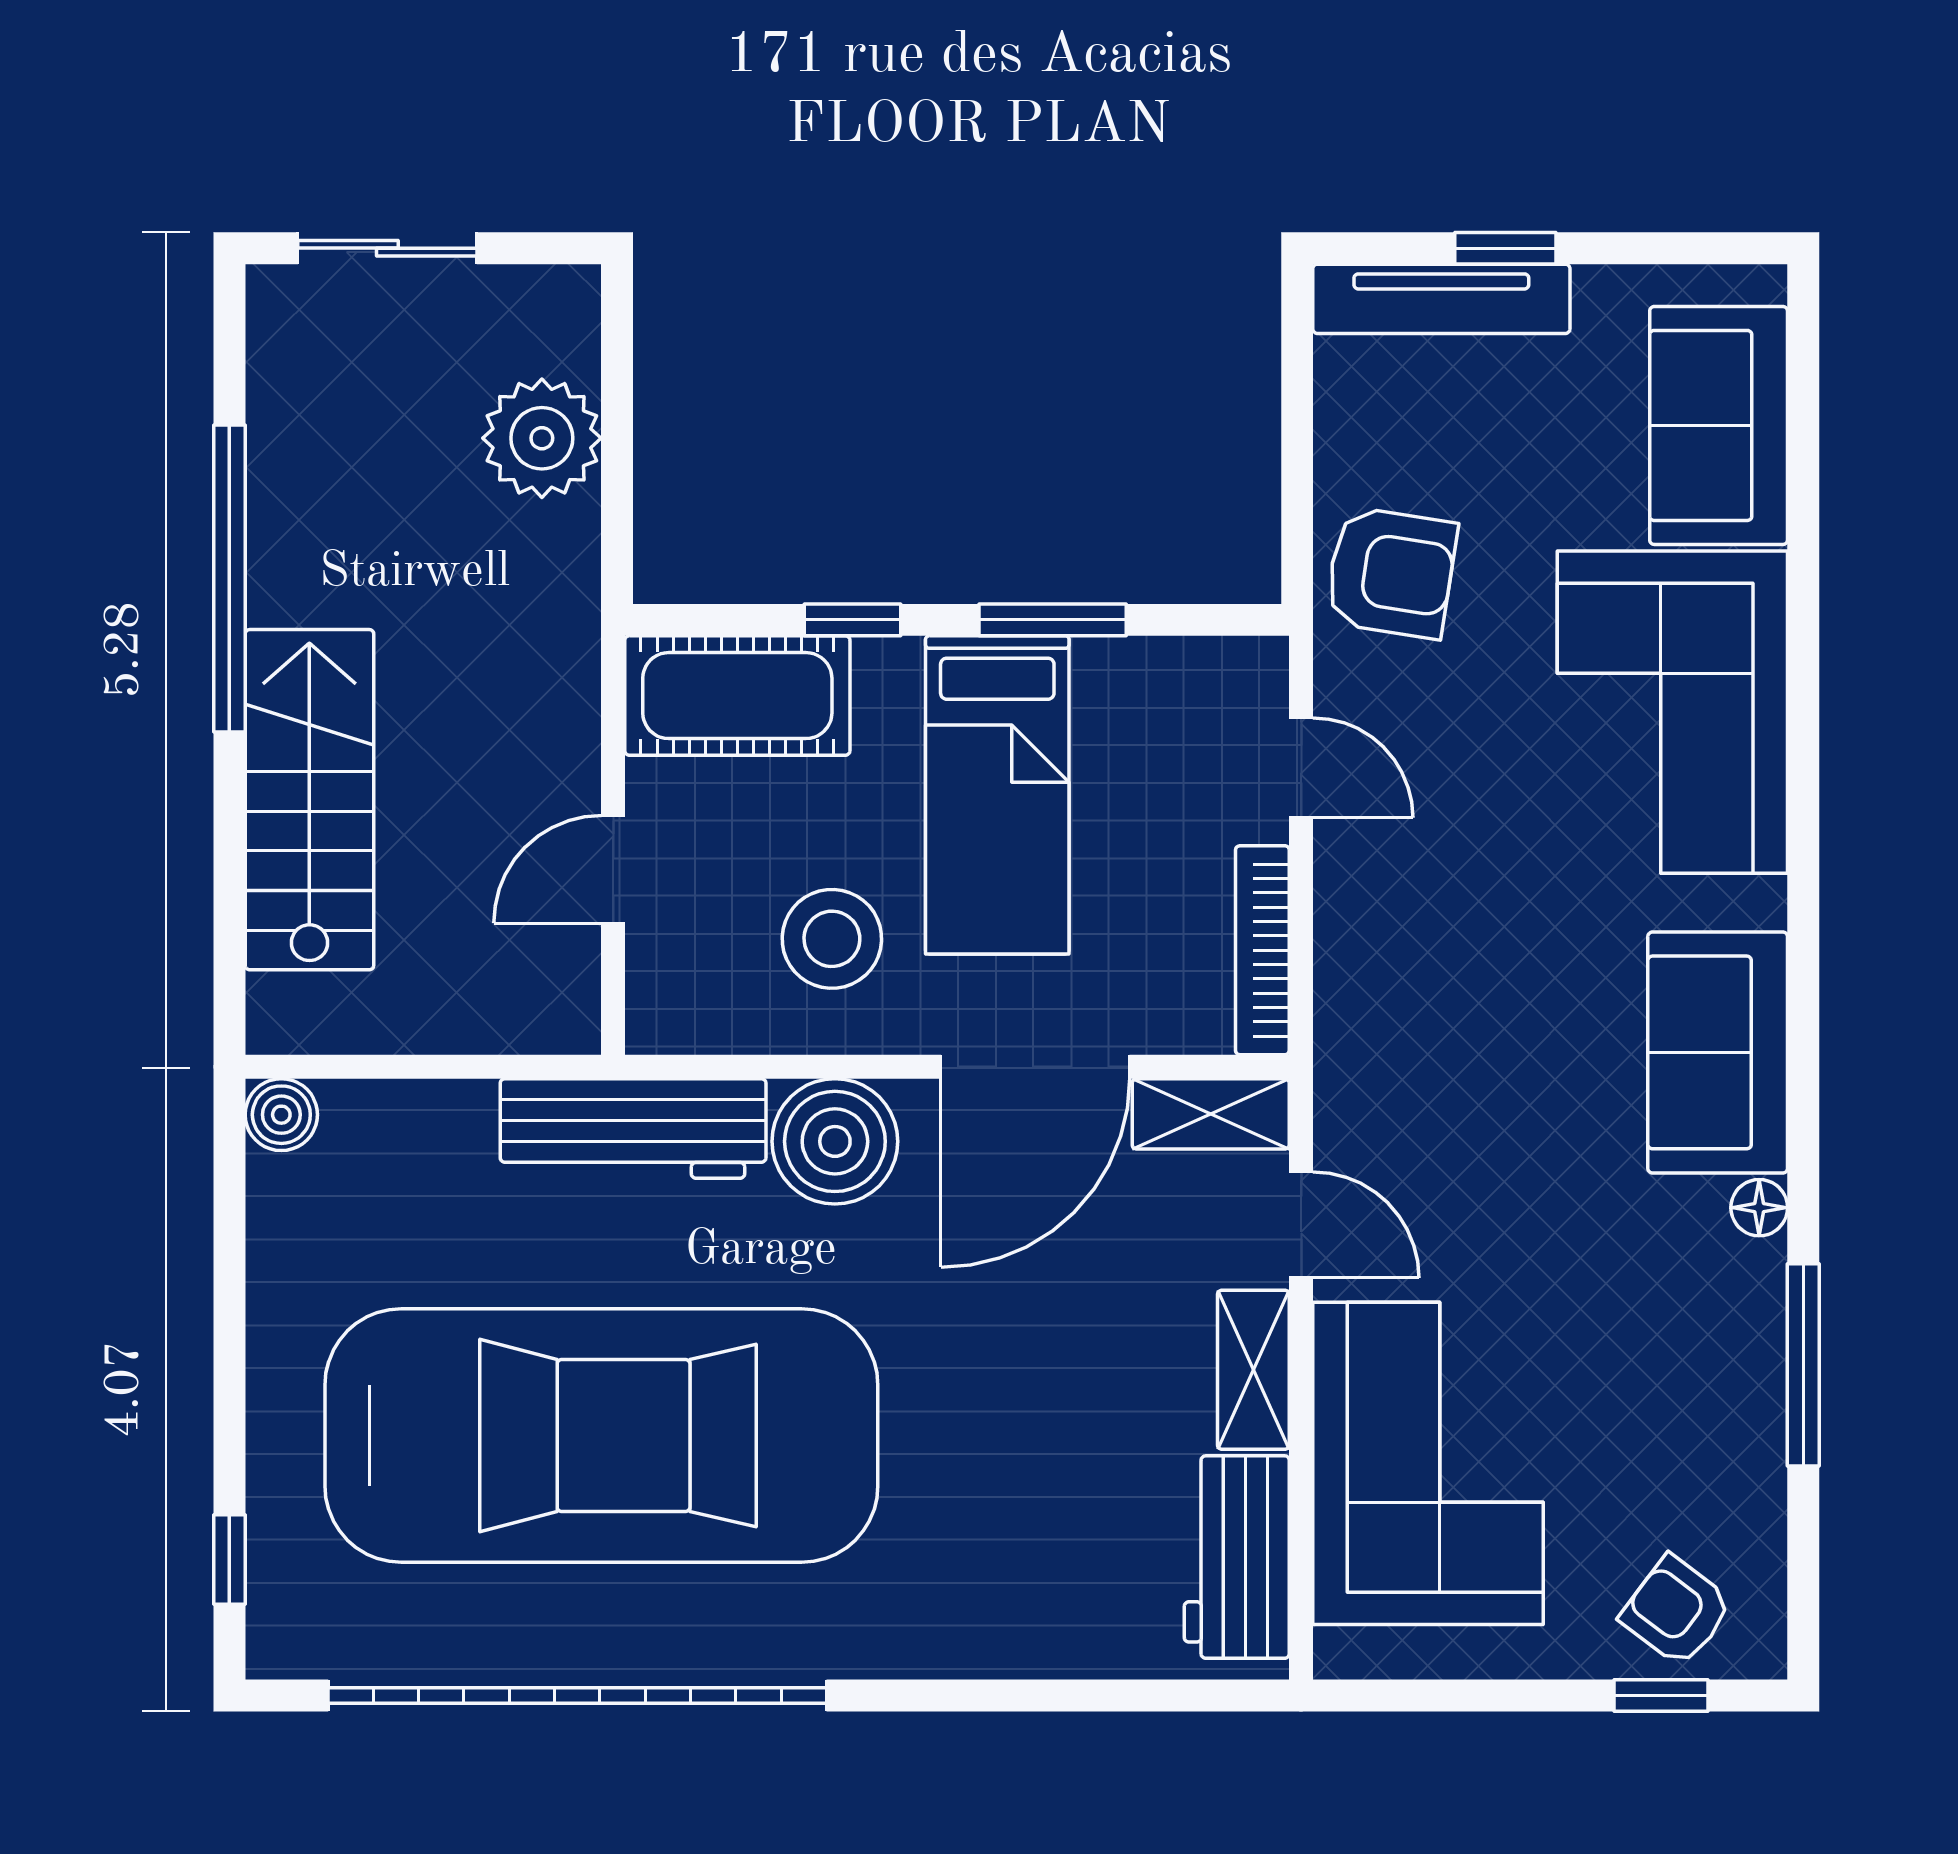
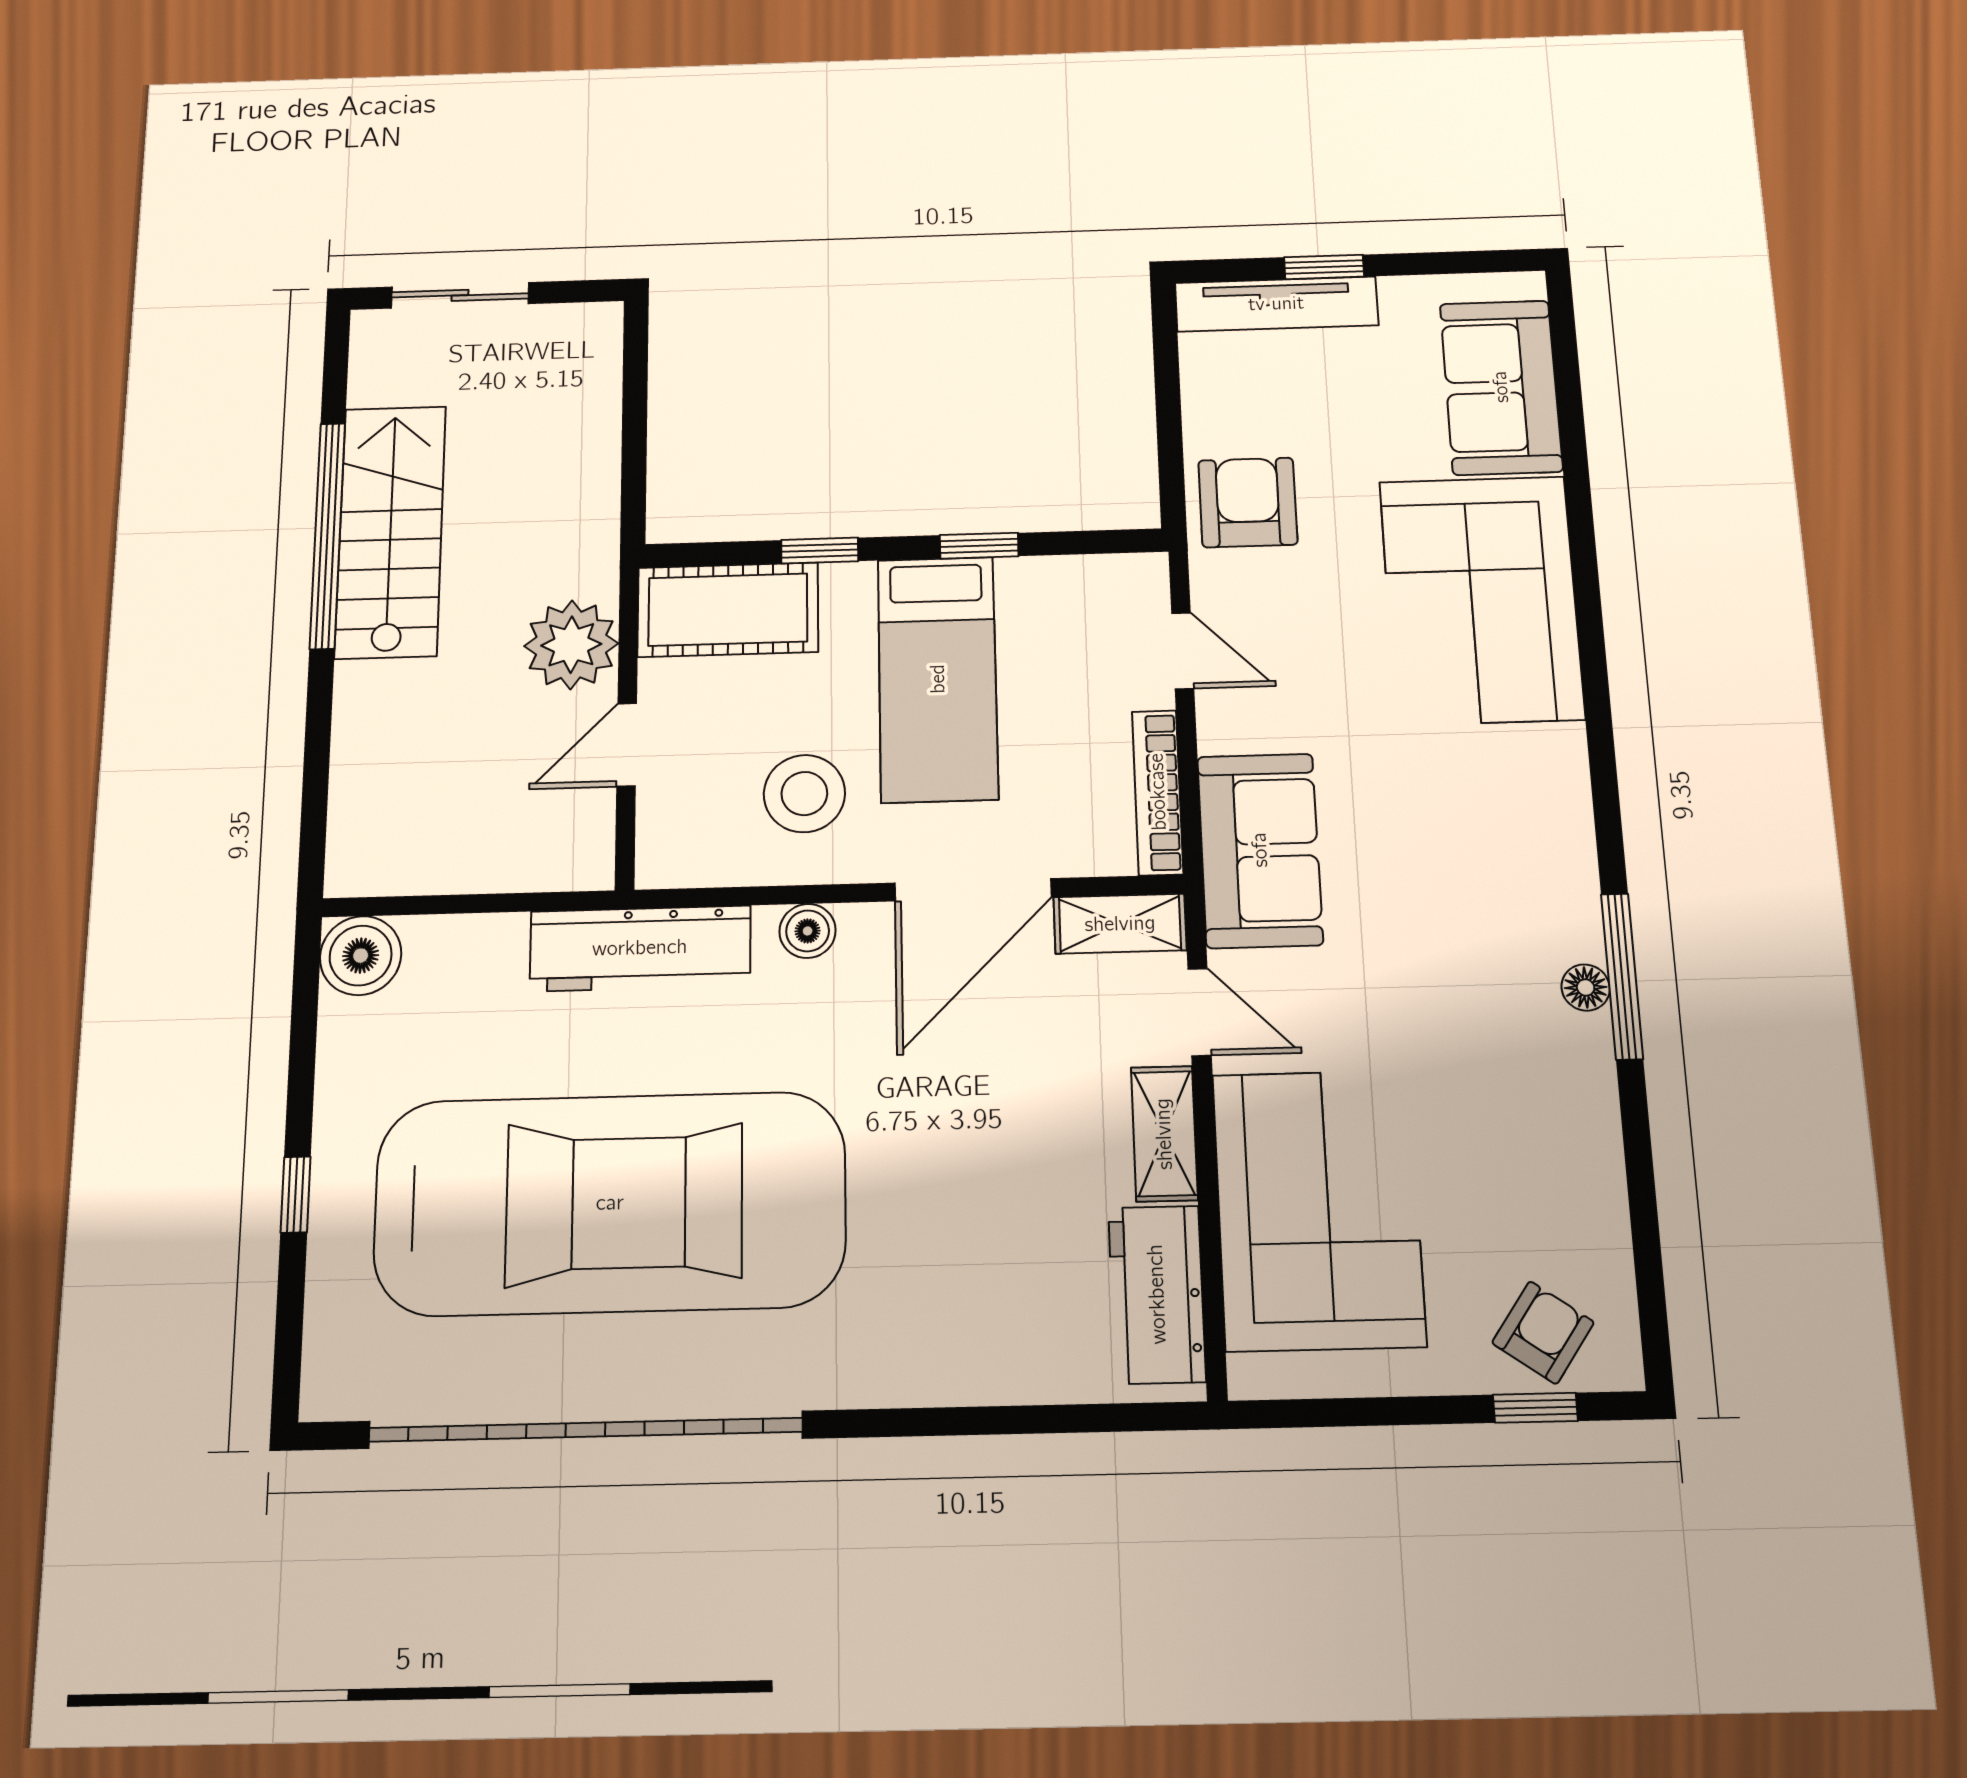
plant: (542, 438) -> (571, 645), moved
armchair: (1391, 573) -> (1248, 502), turned -99
window: (1053, 620) -> (979, 546), width x0.67
stairs: (309, 800) -> (391, 531), moved
sofa: (1718, 1052) -> (1260, 850), moved, turned 180
boiler: (281, 1115) -> (361, 956), width x1.36, depth x1.36
boiler: (835, 1141) -> (808, 931), width x0.54, depth x0.54
window: (1803, 1365) -> (1622, 976), moved
window: (229, 1560) -> (296, 1195), moved
armchair: (1676, 1611) -> (1543, 1333), turned 88

